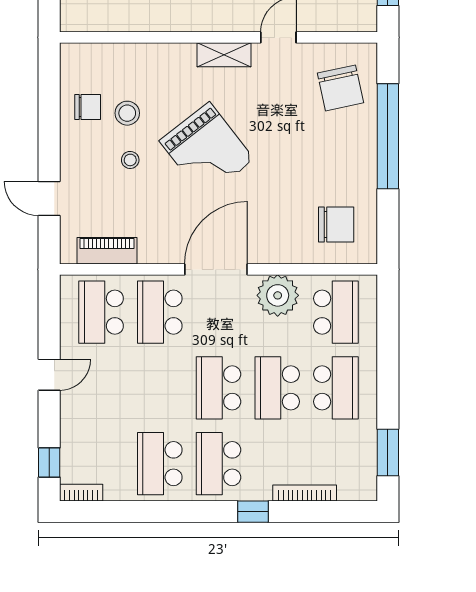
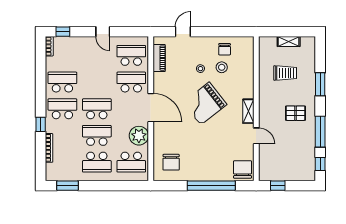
chair: (340, 88) -> (243, 169), moved, turned 102

